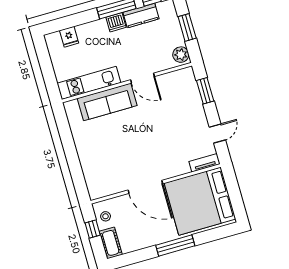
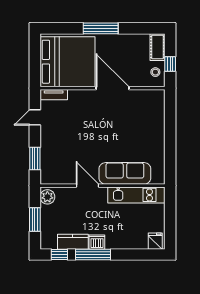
fridge: (69, 37) -> (155, 241), moved

